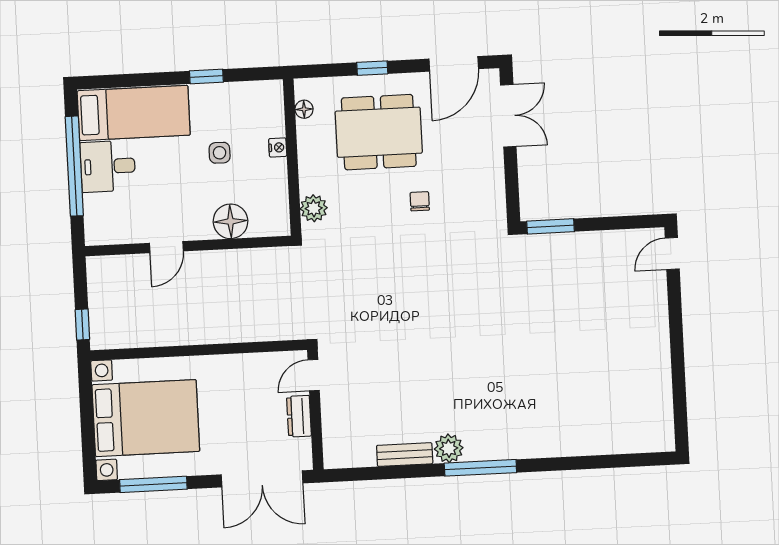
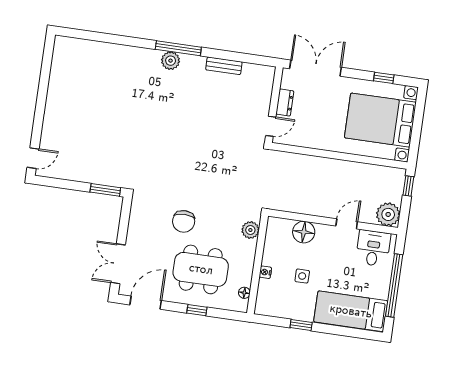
desk: (108, 166) -> (373, 248), moved, turned -90
chair: (420, 201) -> (184, 221), width x1.87, depth x1.87
plant: (105, 274) -> (388, 214), added
plant: (449, 448) -> (171, 61), moved
window: (153, 484) -> (384, 78), width x0.46

